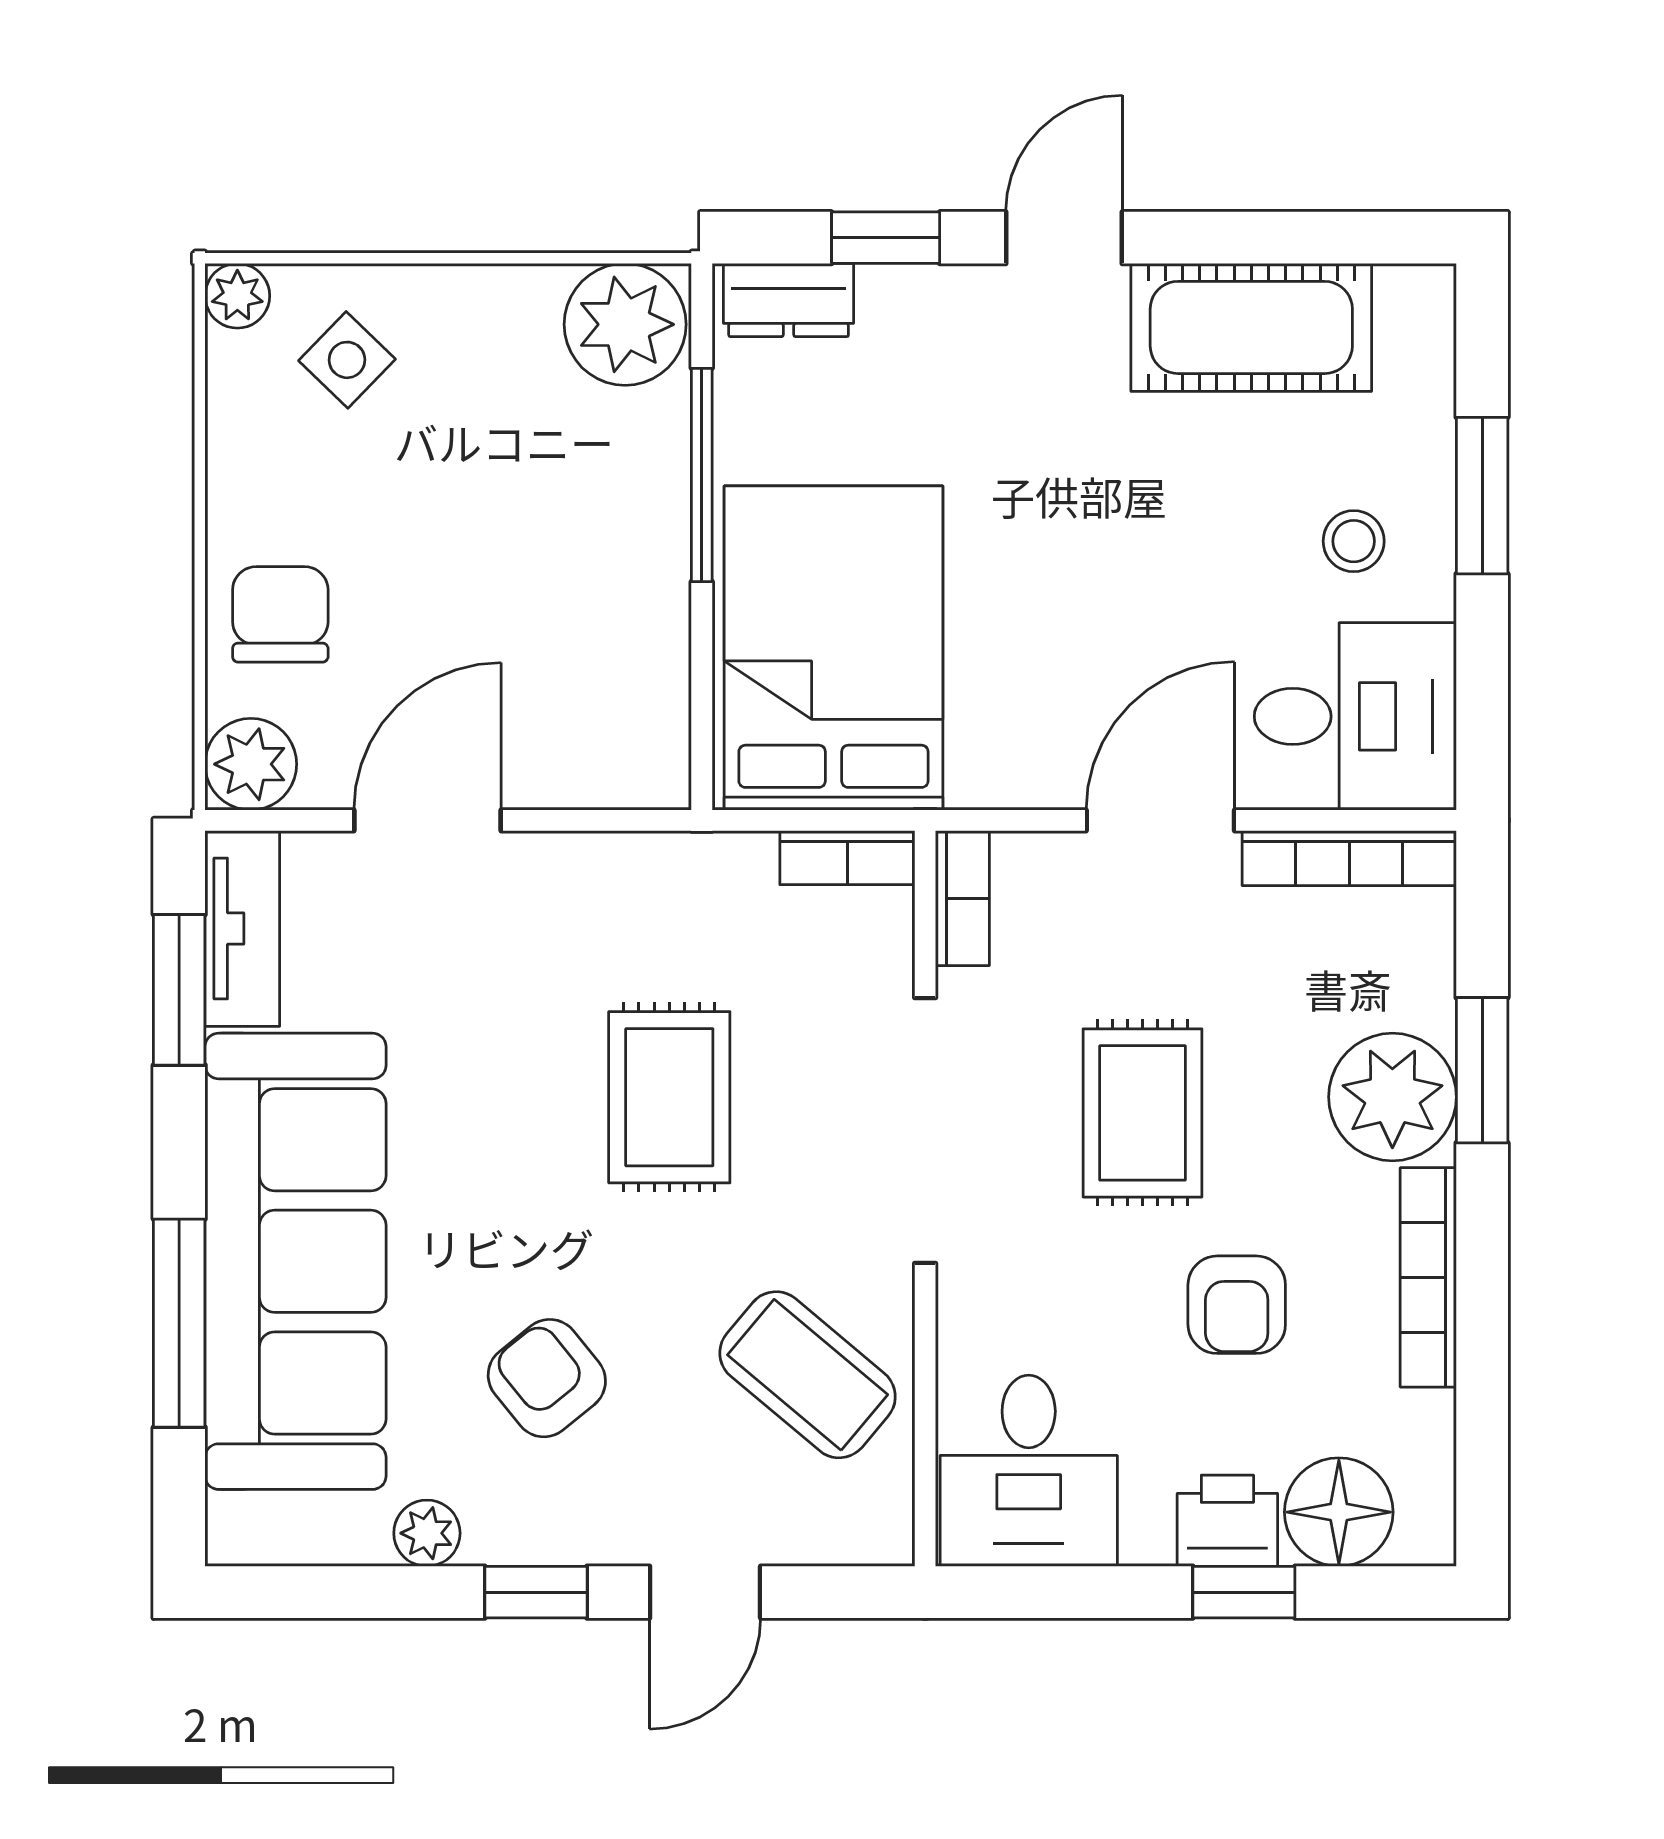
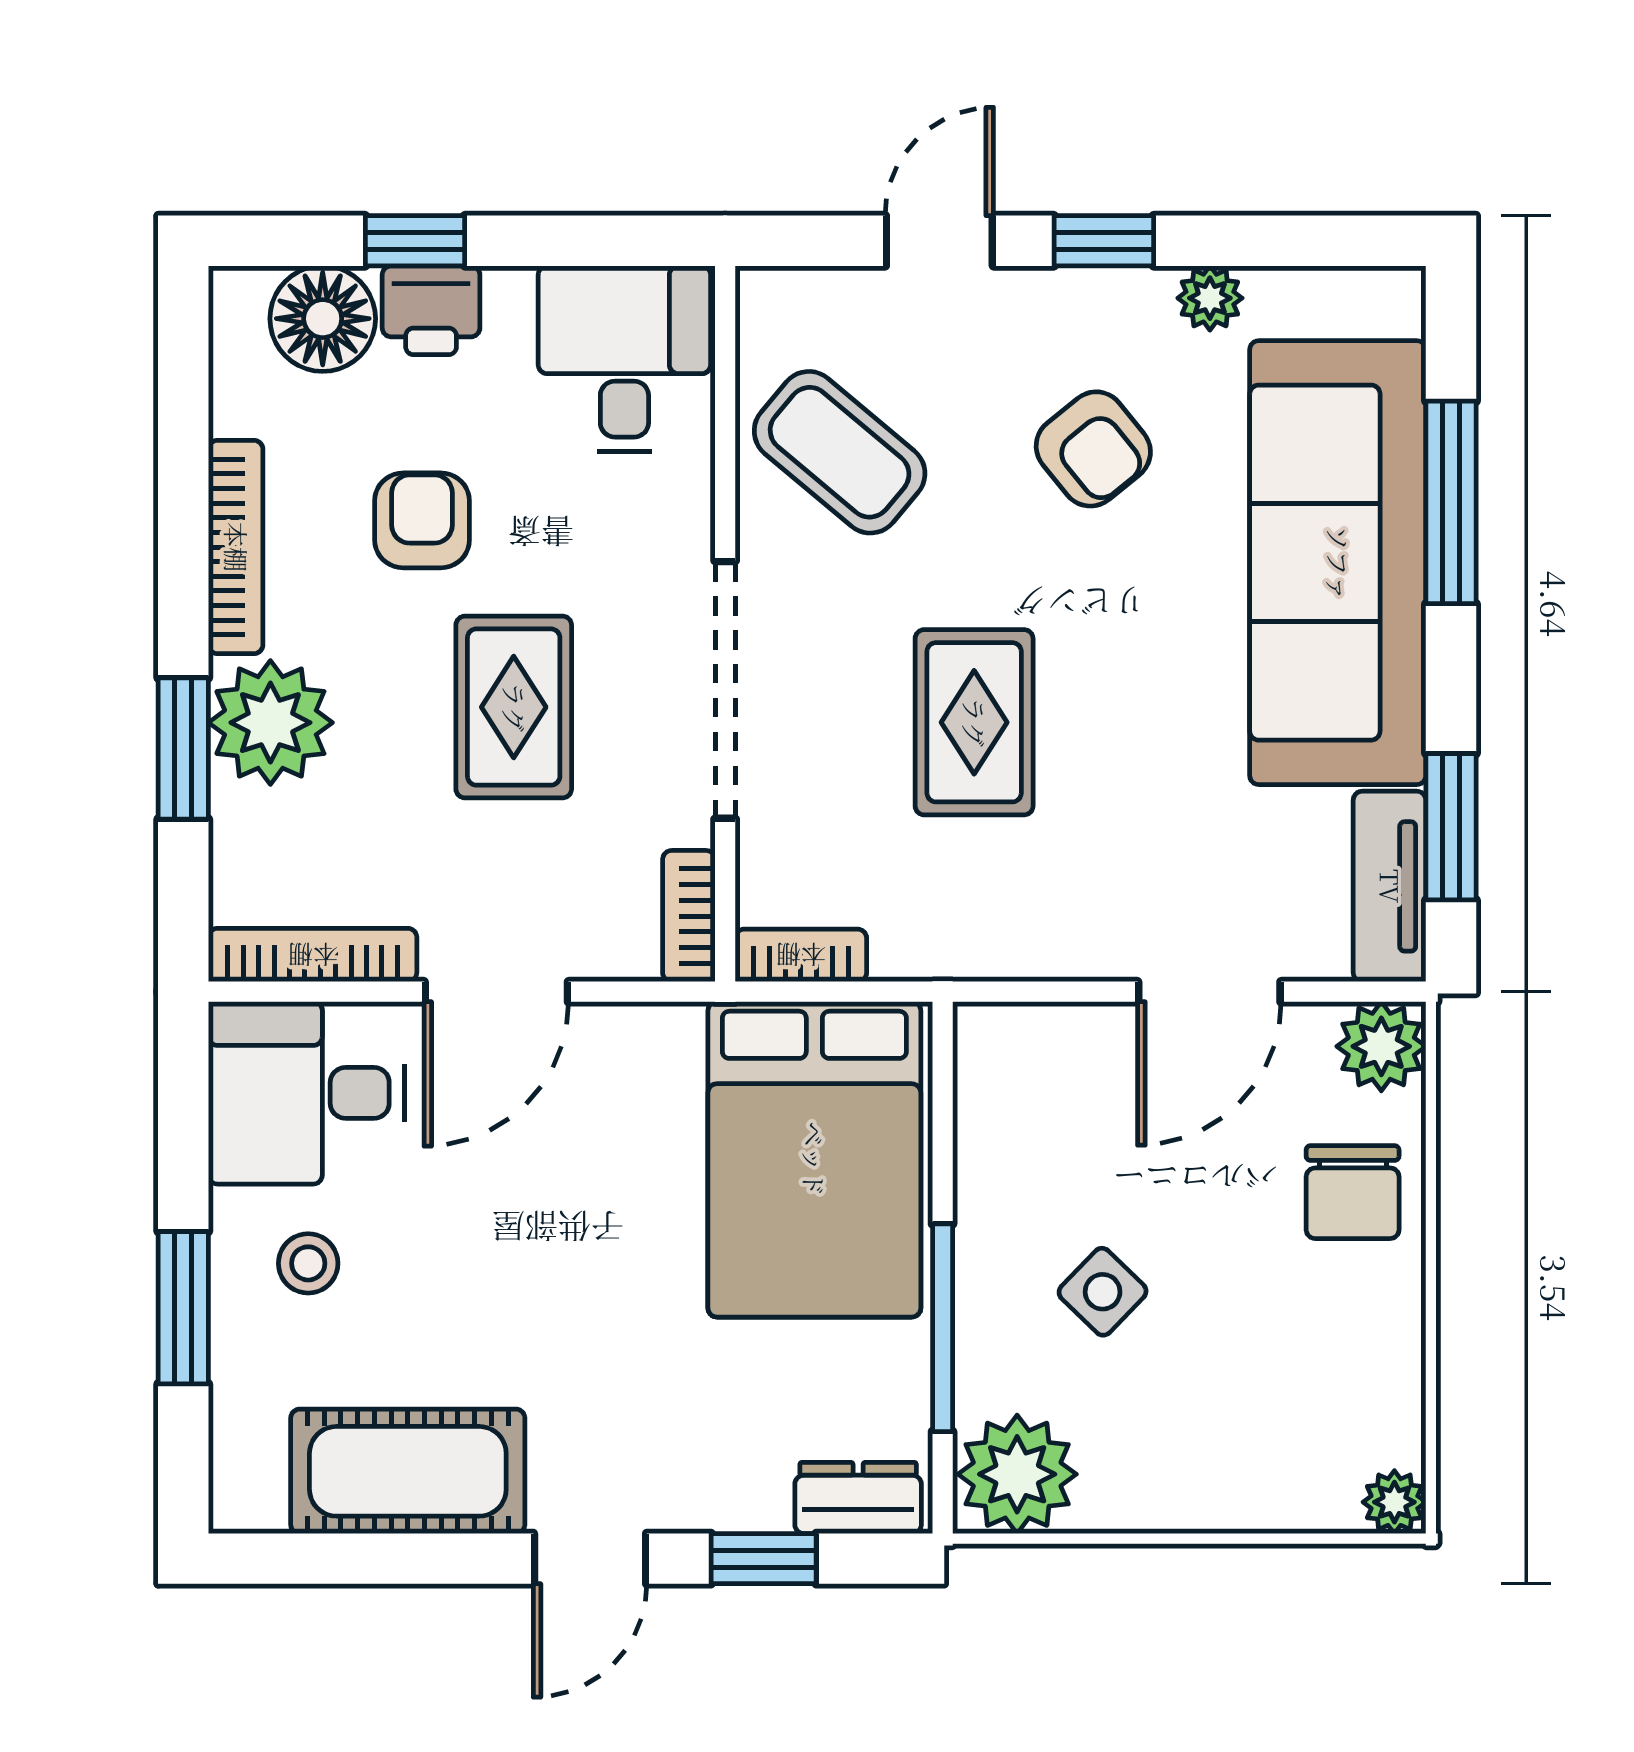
side table: (347, 360) -> (1103, 1292), moved

